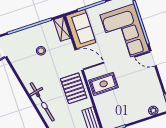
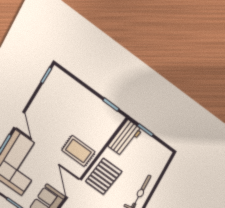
plant: (153, 111) -> (67, 81), removed

